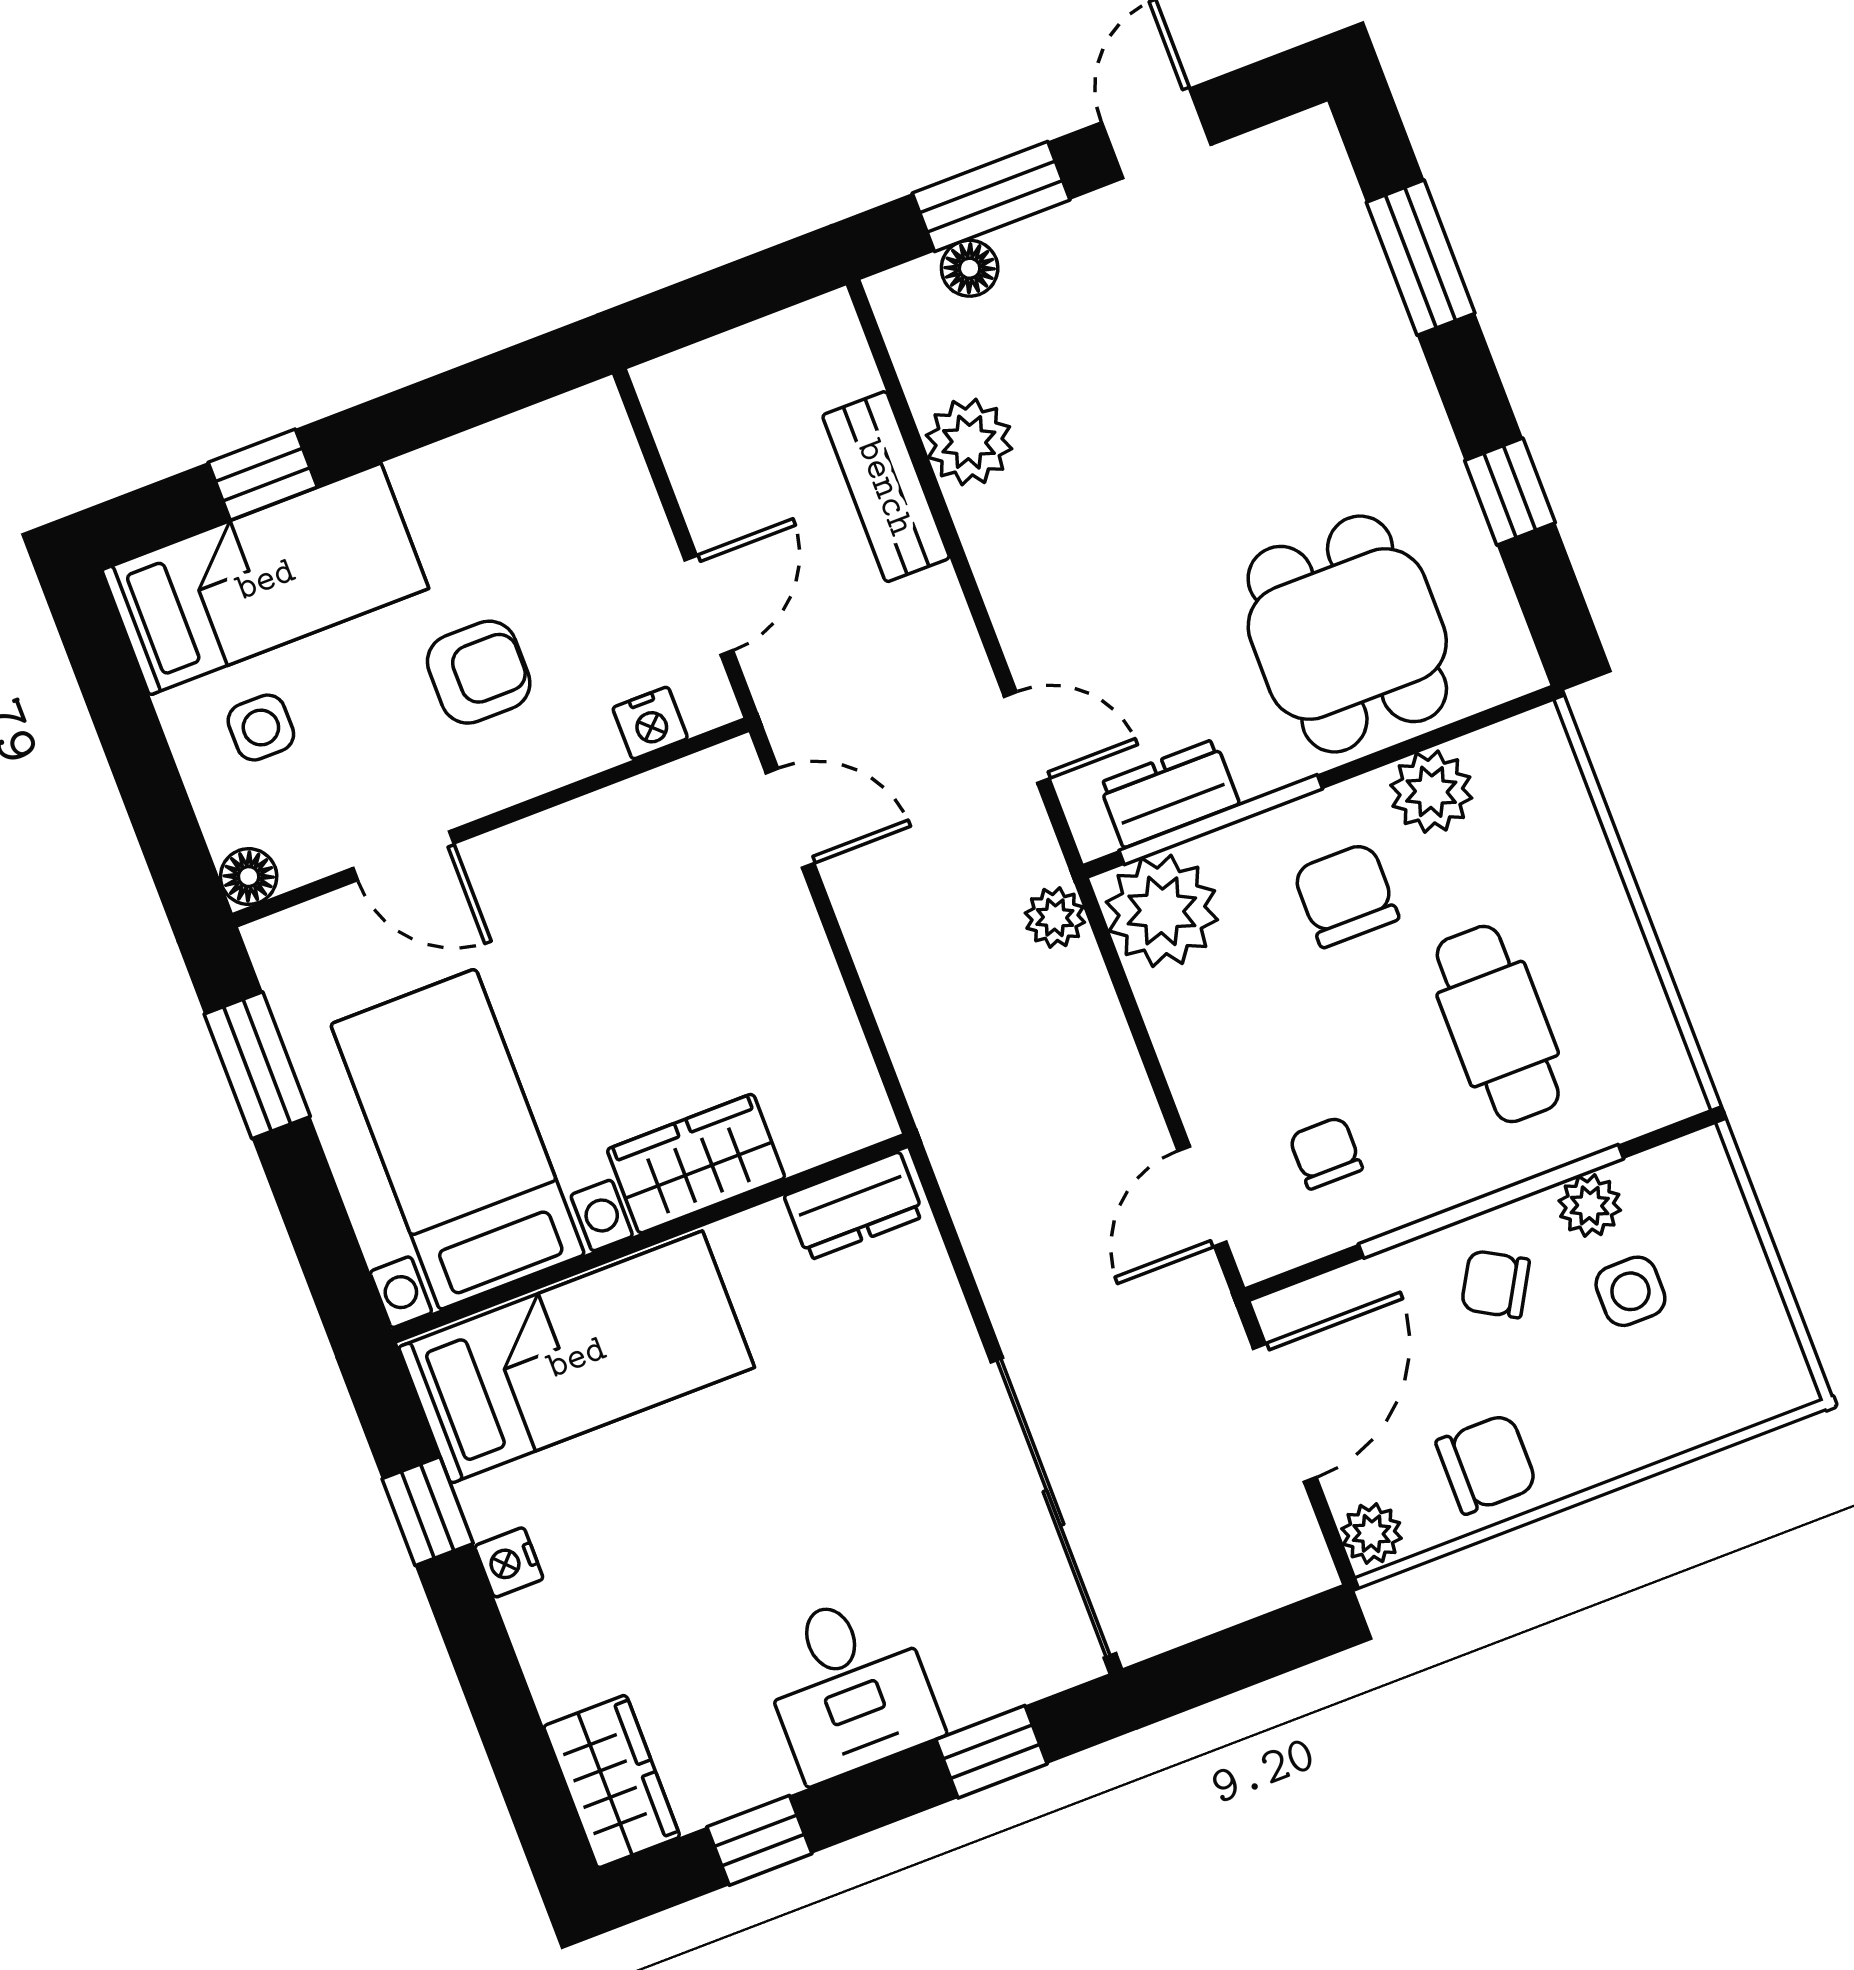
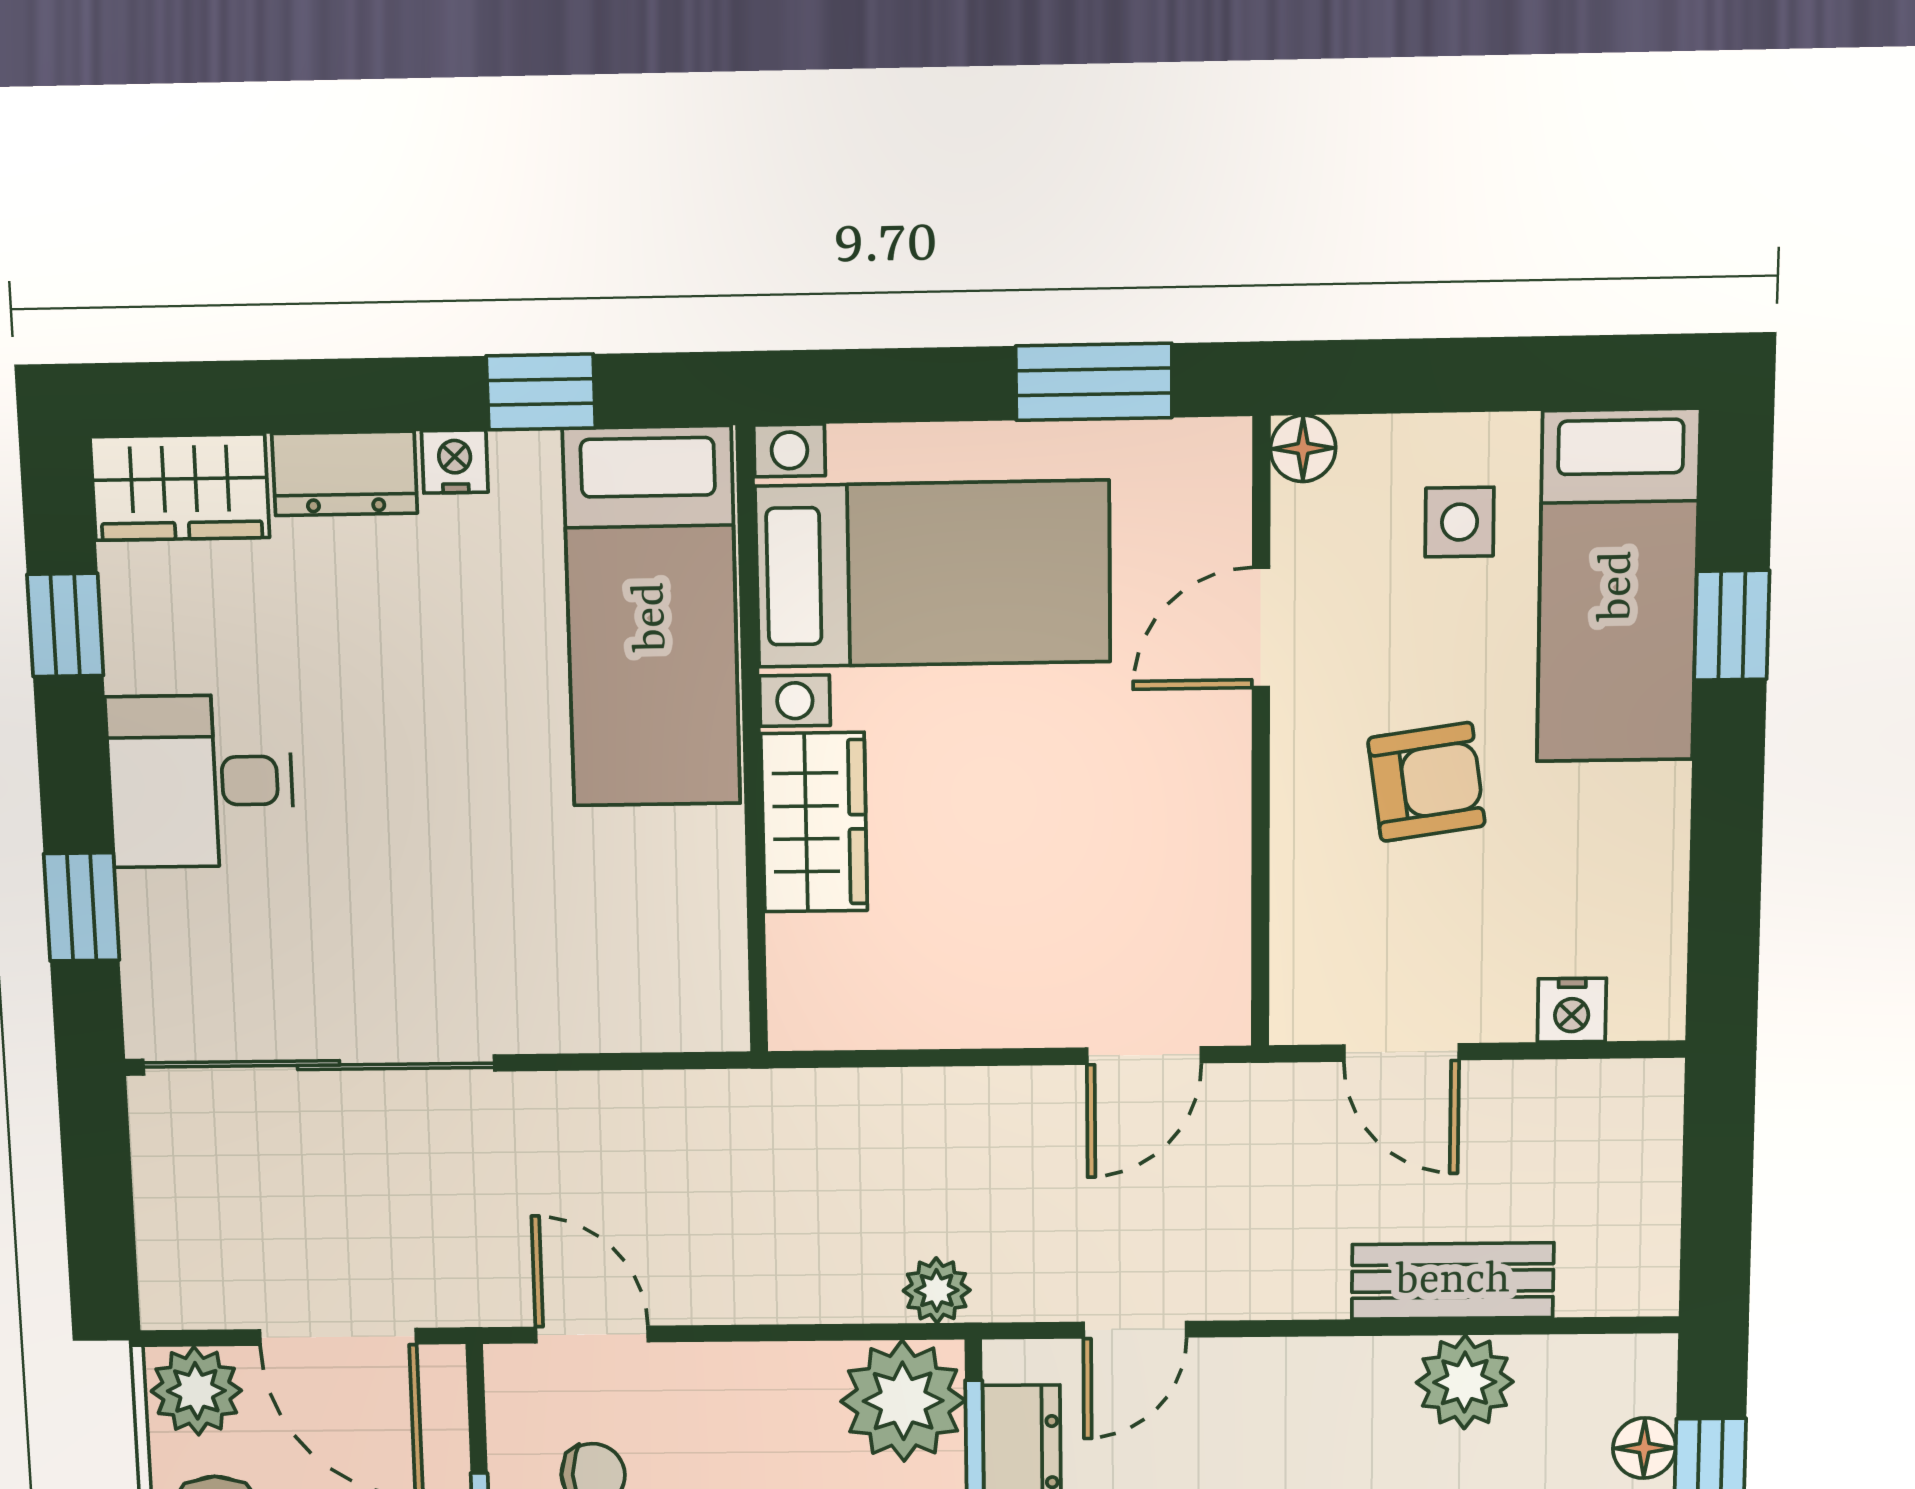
armchair: (479, 672) -> (1426, 782), turned -98
nightstand: (650, 723) -> (1572, 1010), moved, turned -90
dresser: (854, 1206) -> (345, 473), moved, turned -90
plant: (1371, 1533) -> (196, 1391), width x1.38, depth x1.38

